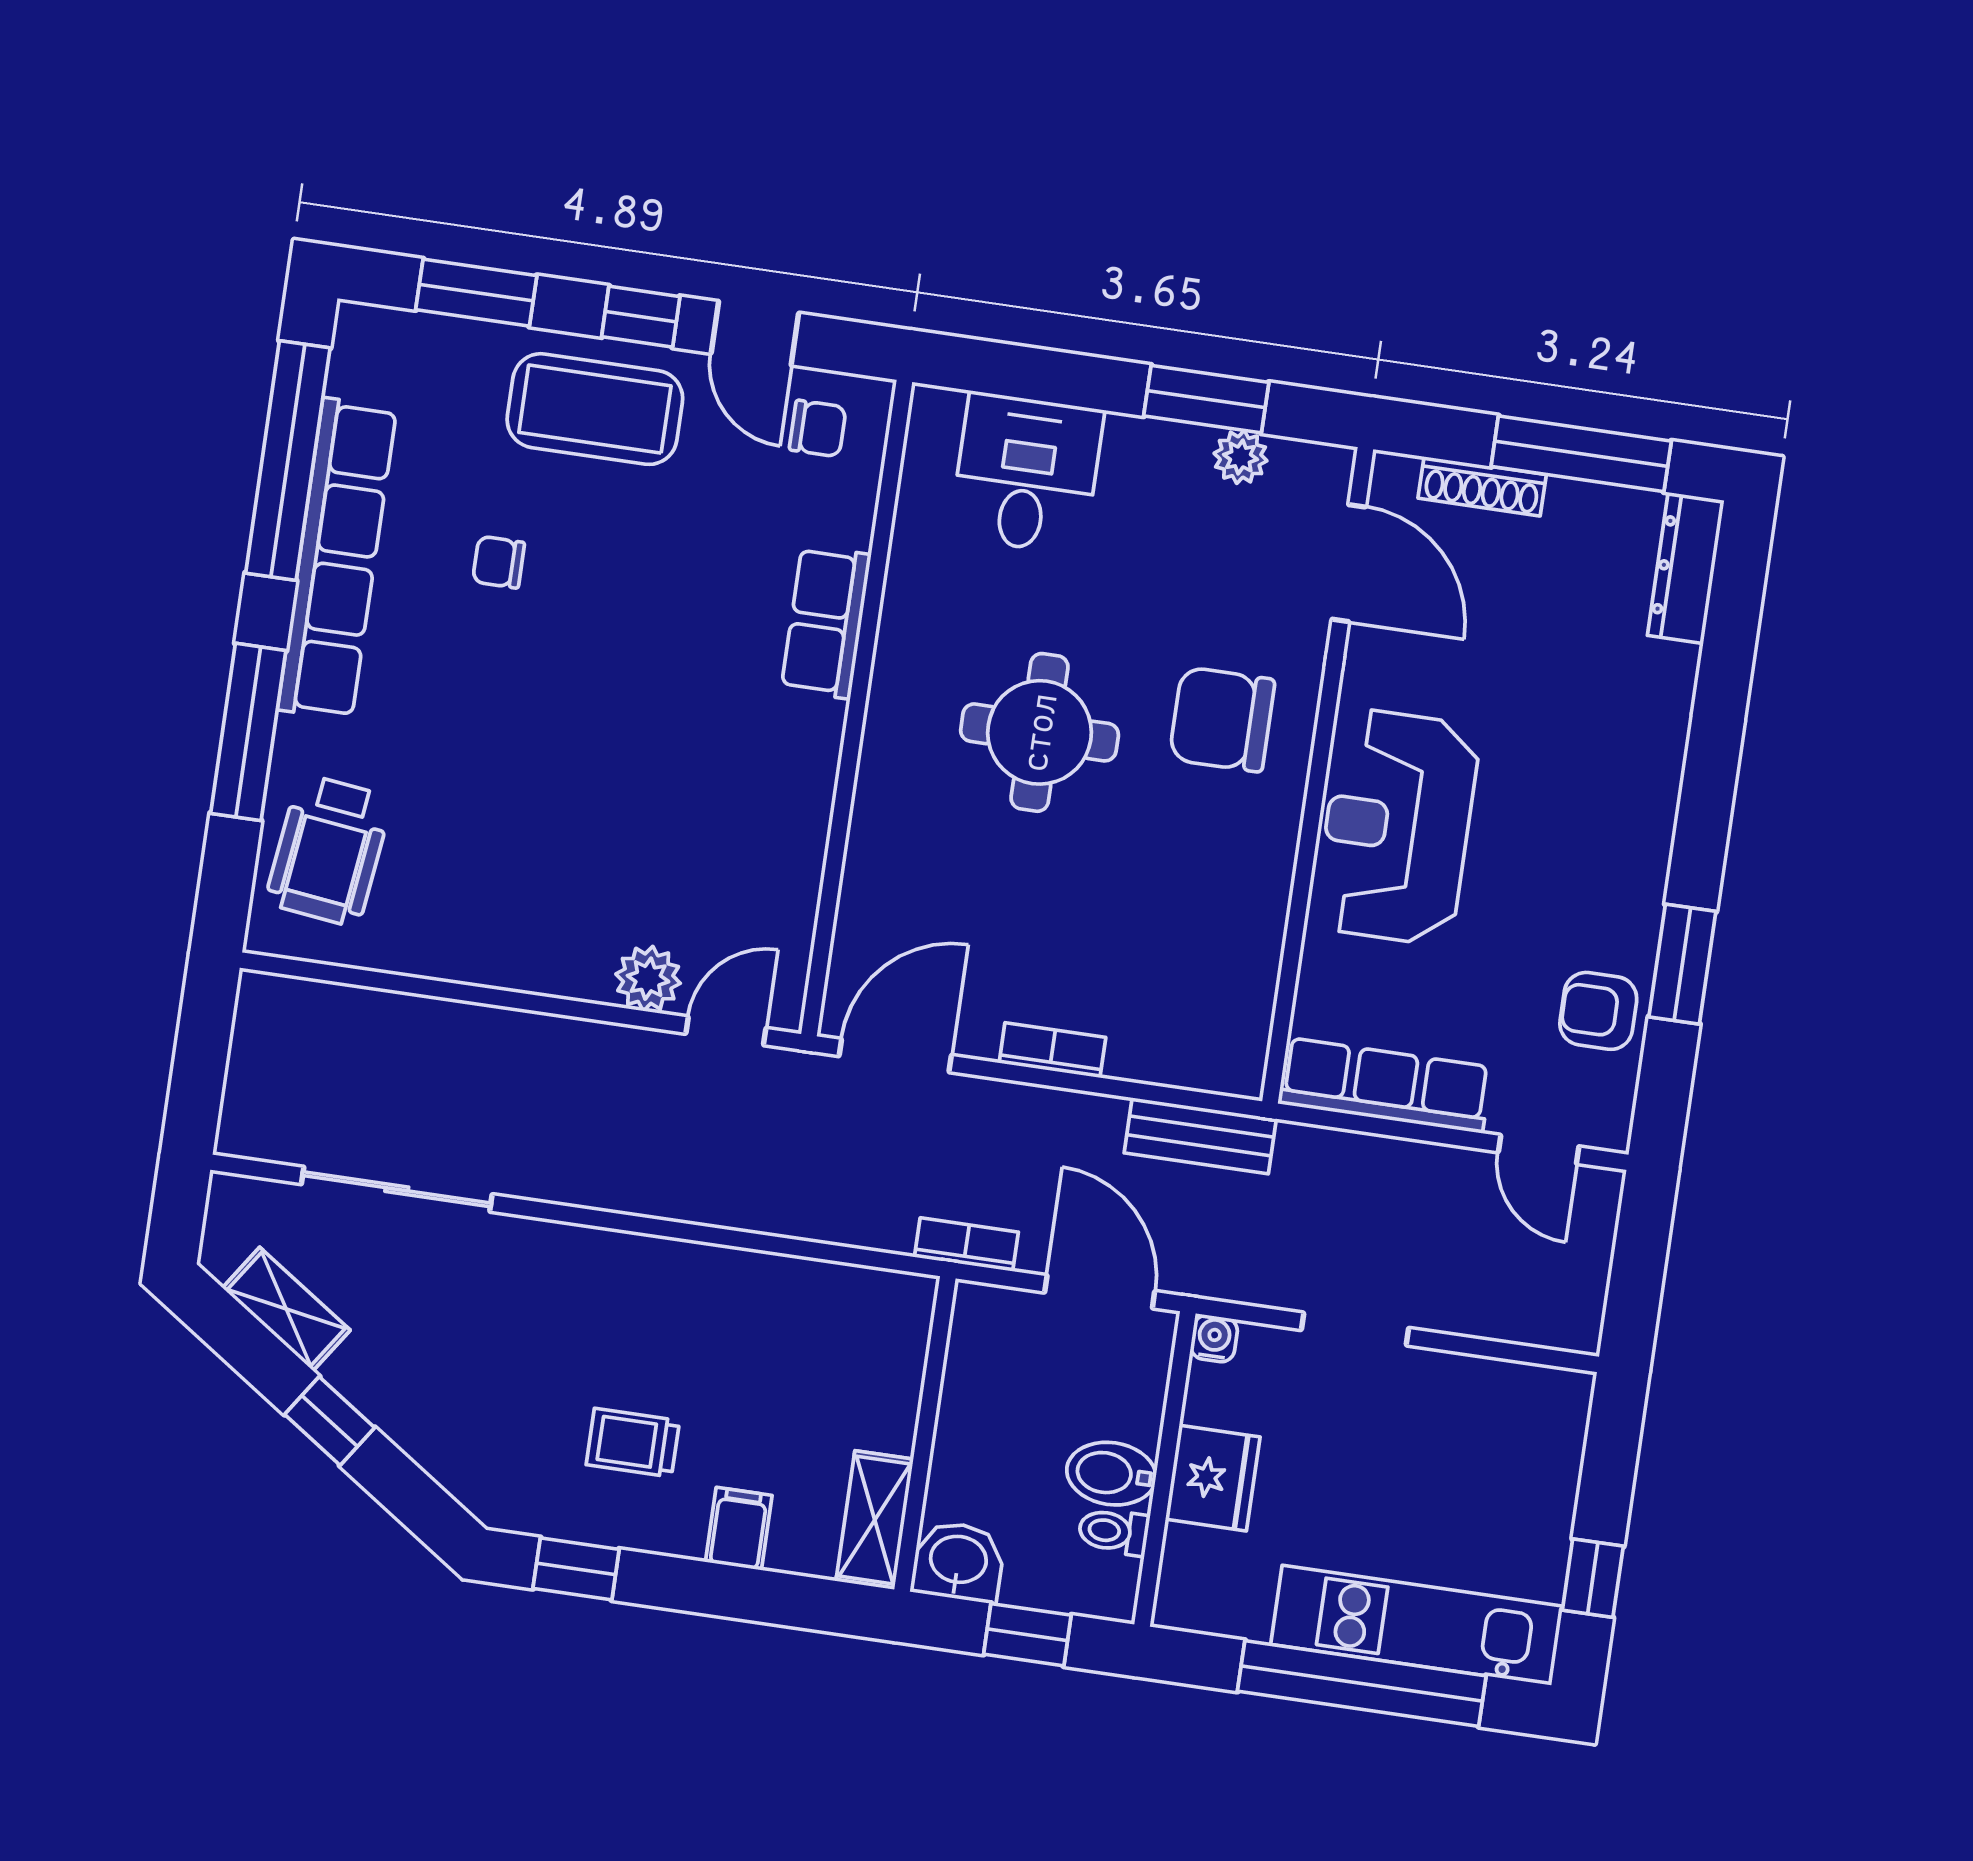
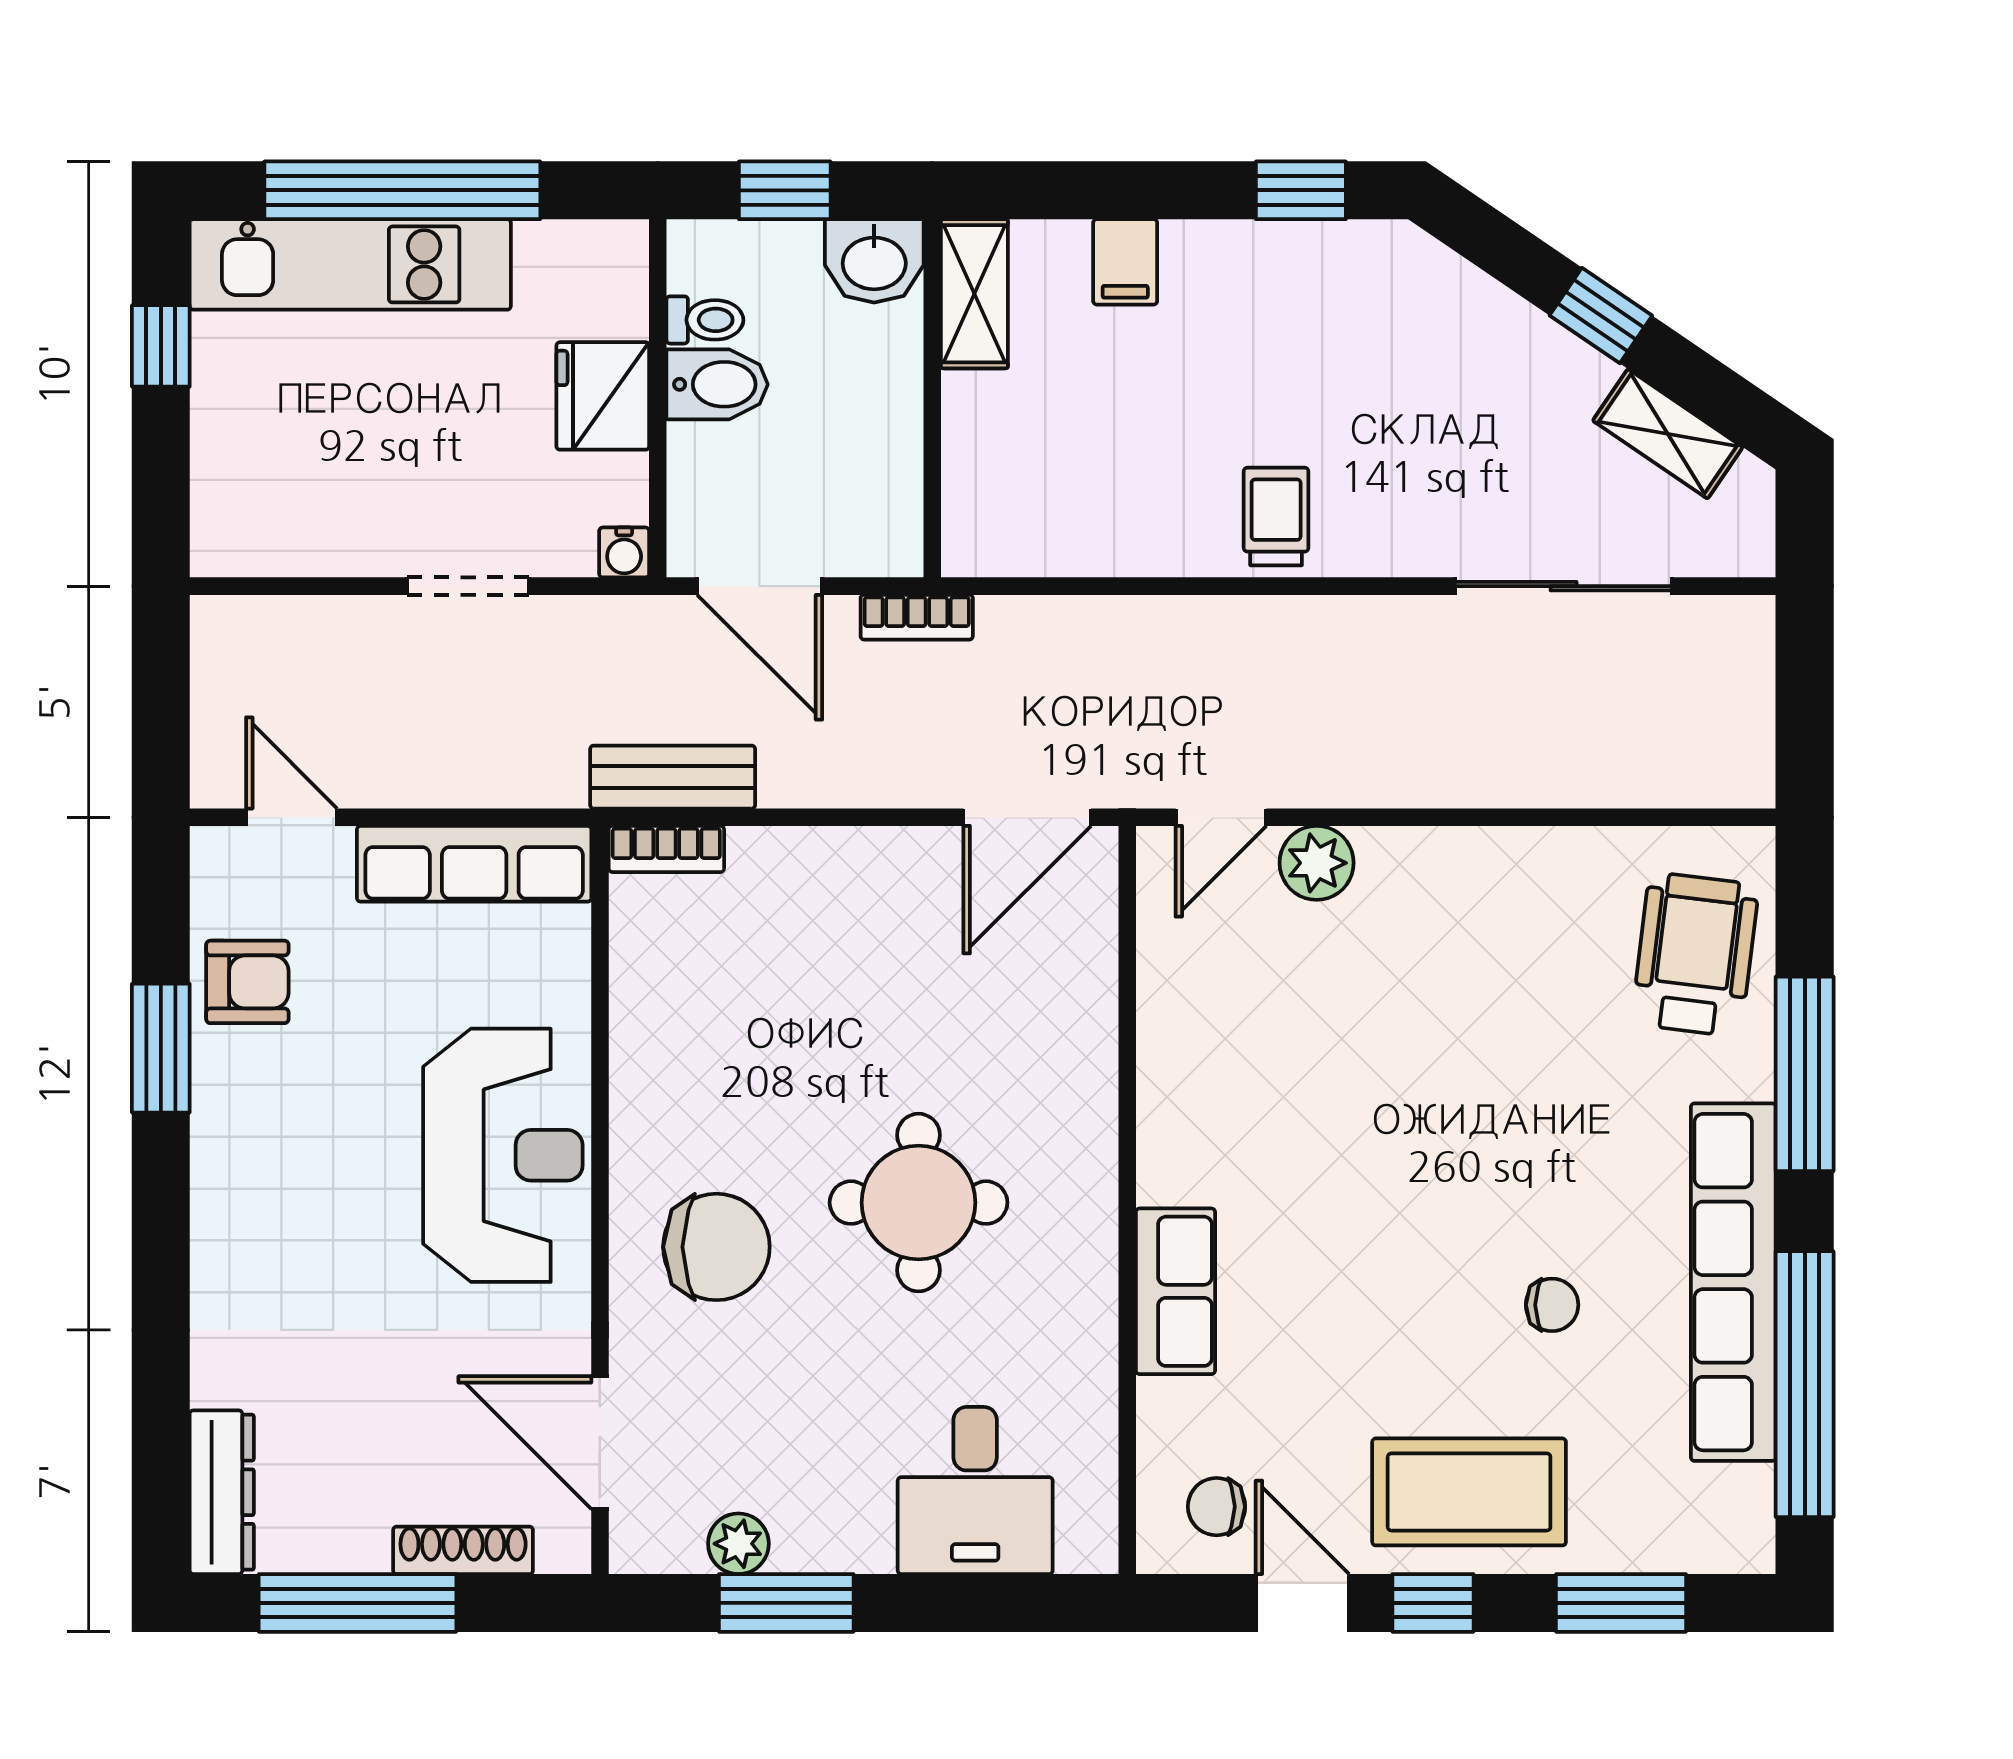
bookcase: (1052, 1050) -> (666, 849), moved
trolley: (633, 1443) -> (1276, 516), moved, turned -90

